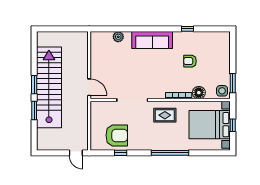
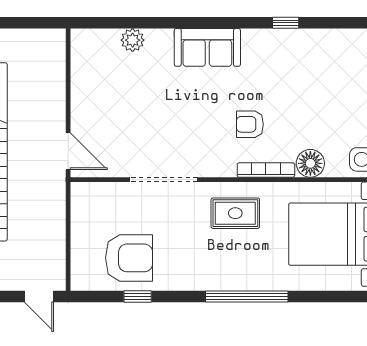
sofa: (152, 40) -> (207, 47), width x0.73
armchair: (190, 61) -> (250, 124), moved

